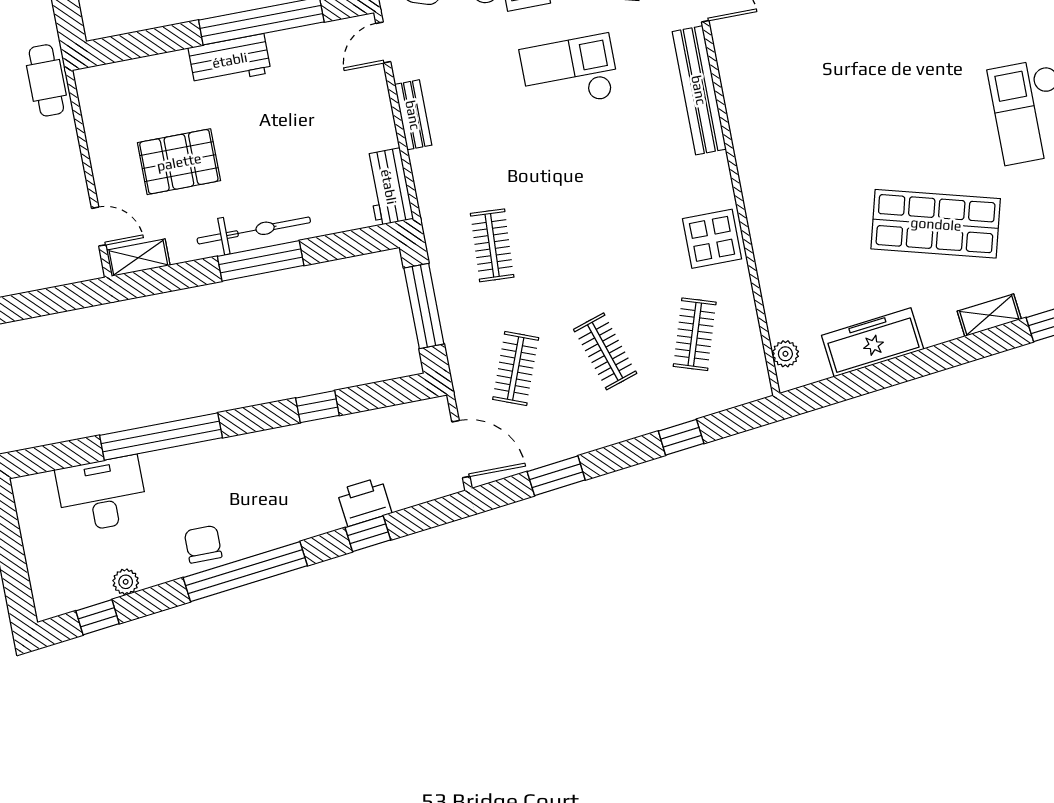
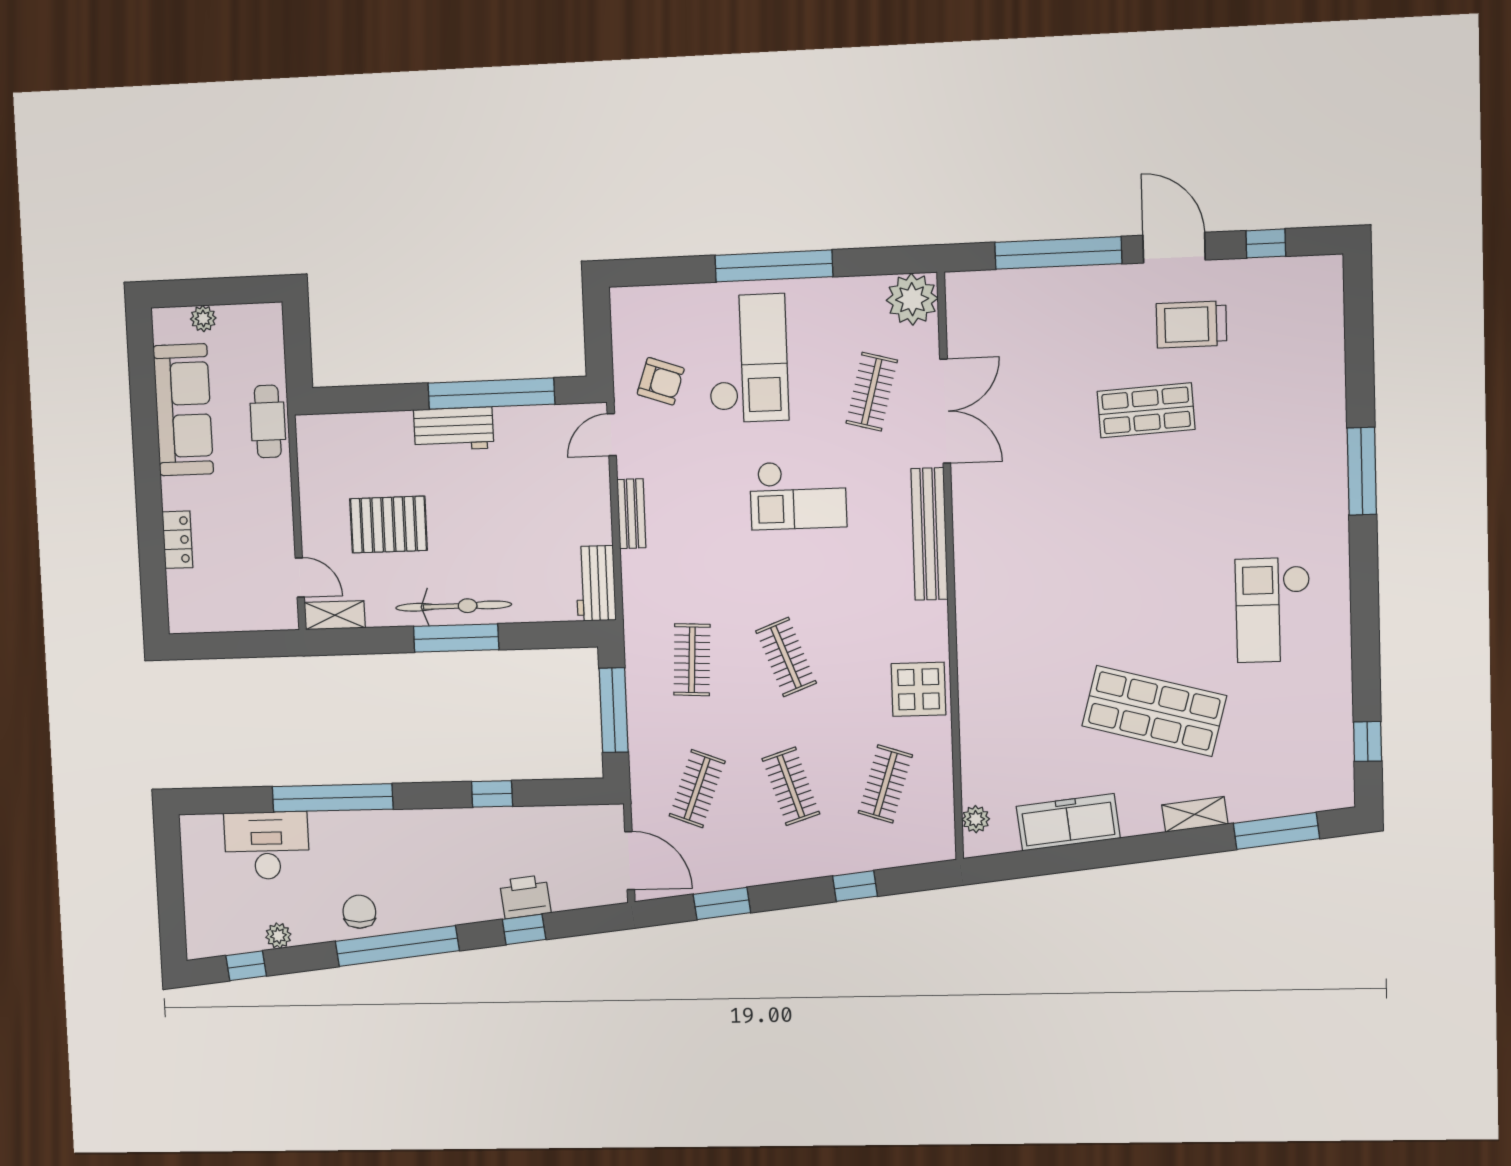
checkout: (570, 73) -> (798, 495), turned 180
clothes rail: (582, 228) -> (786, 657), added

